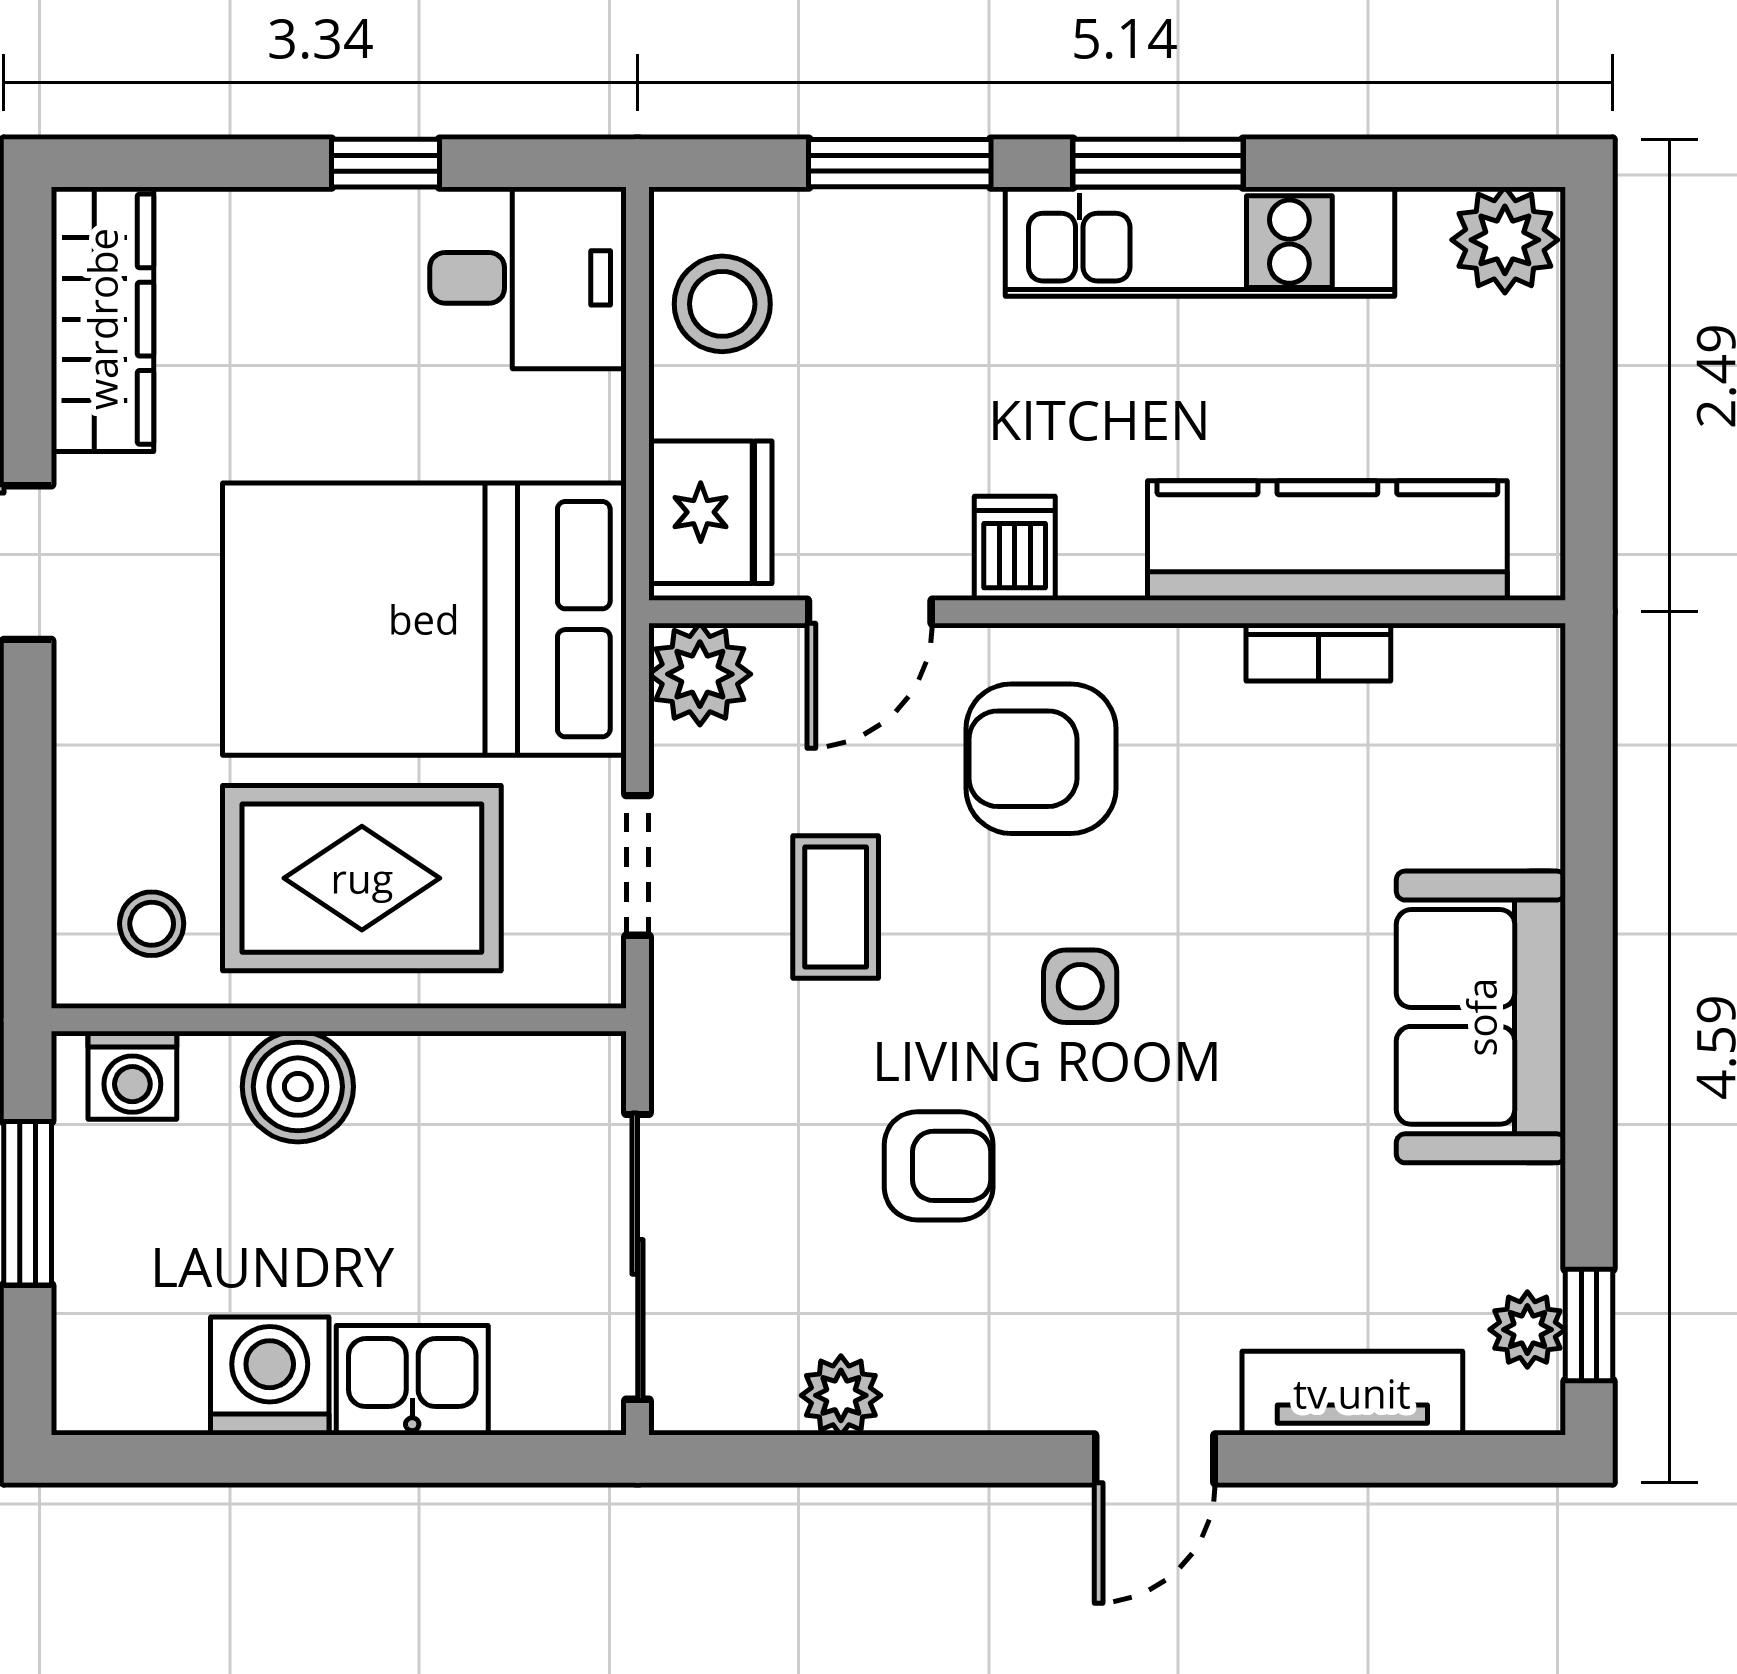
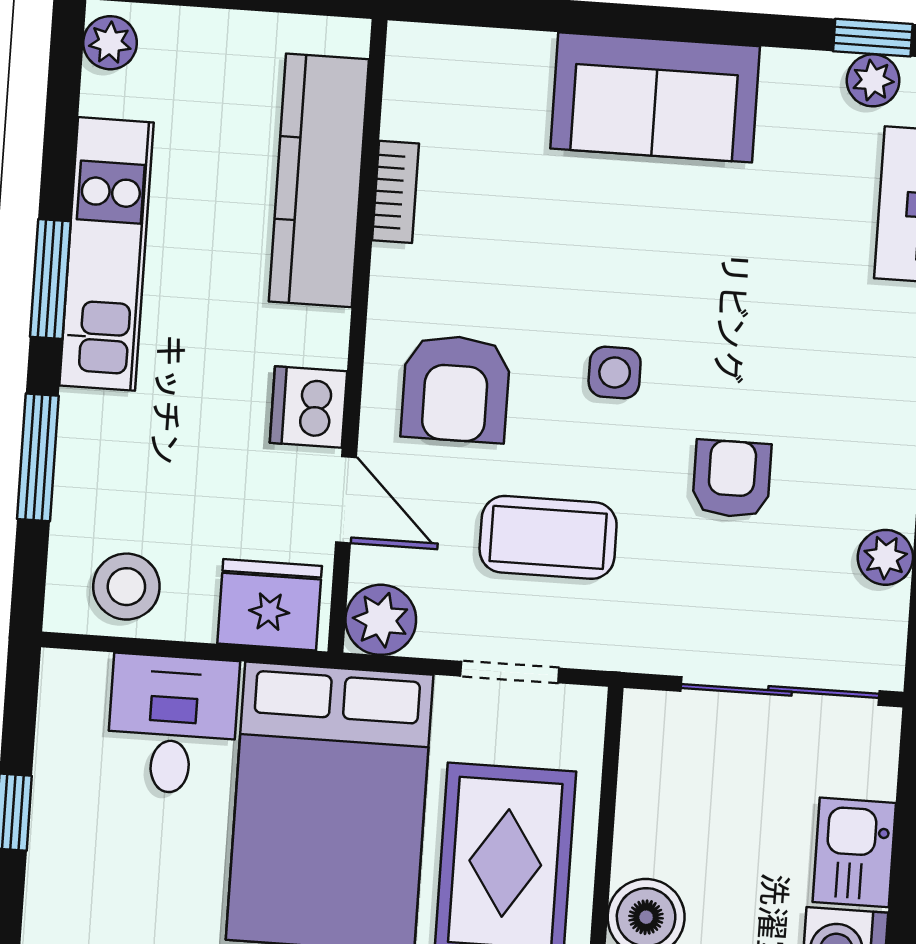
plant: (1505, 240) -> (110, 43), width x0.73, depth x0.73
desk: (528, 278) -> (173, 724), moved
dishwasher: (1015, 548) -> (308, 407), width x1.38
coffee table: (836, 907) -> (548, 537), width x1.36, depth x1.30

